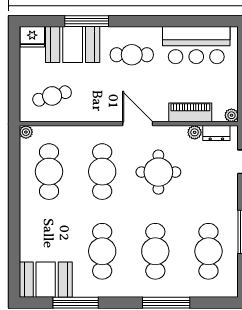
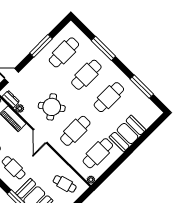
round table: (158, 172) -> (52, 107), turned -37
booth: (46, 280) -> (128, 133), moved, turned 90

